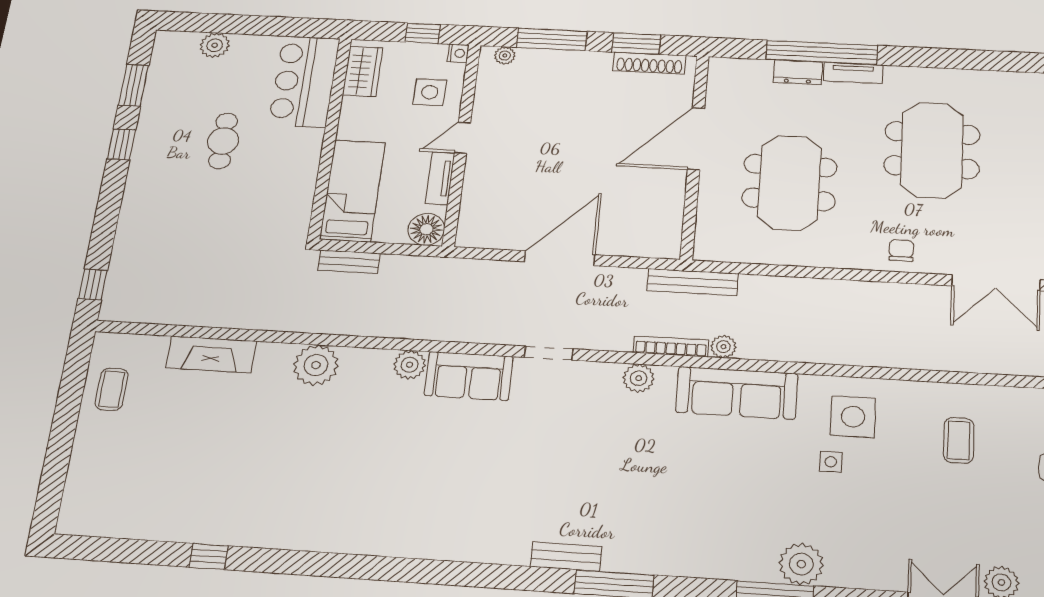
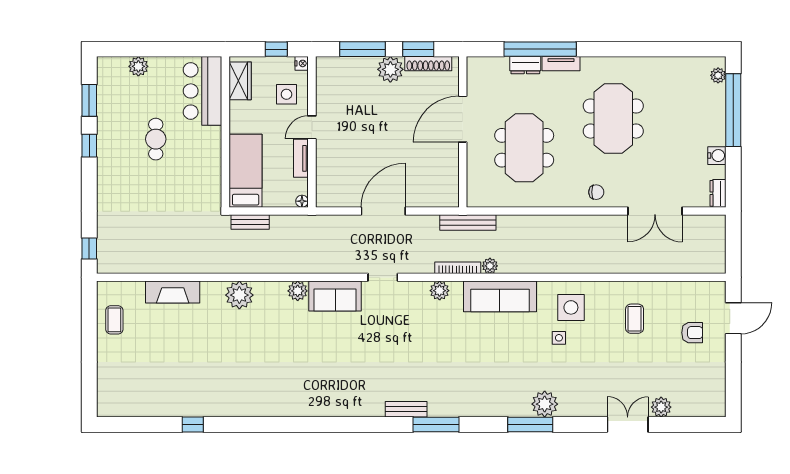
plant: (505, 56) -> (390, 69), moved, width x1.88, depth x1.88
floor lamp: (426, 229) -> (302, 201), width x0.53, depth x0.53
chair: (901, 250) -> (596, 192), turned 90

